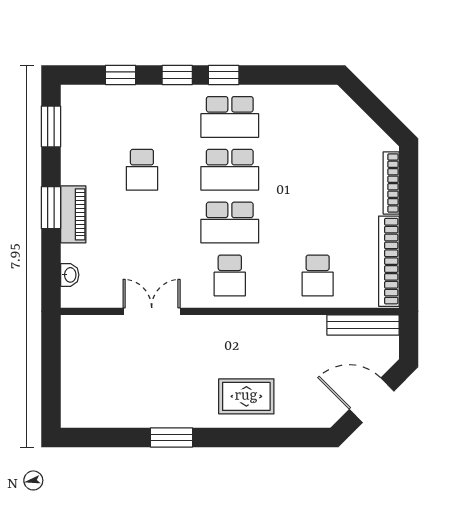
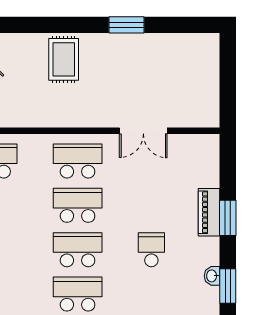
washbasin: (70, 275) -> (212, 276), moved
school desk: (230, 275) -> (78, 161), width x1.85
rug: (246, 396) -> (64, 59), turned 90

